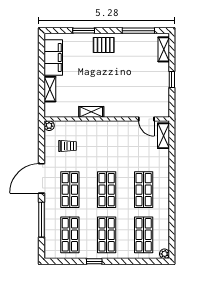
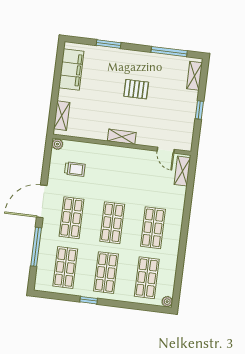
pallet: (104, 45) -> (136, 89), moved
shelving: (50, 89) -> (62, 116), moved
shelving: (91, 112) -> (122, 137), moved

